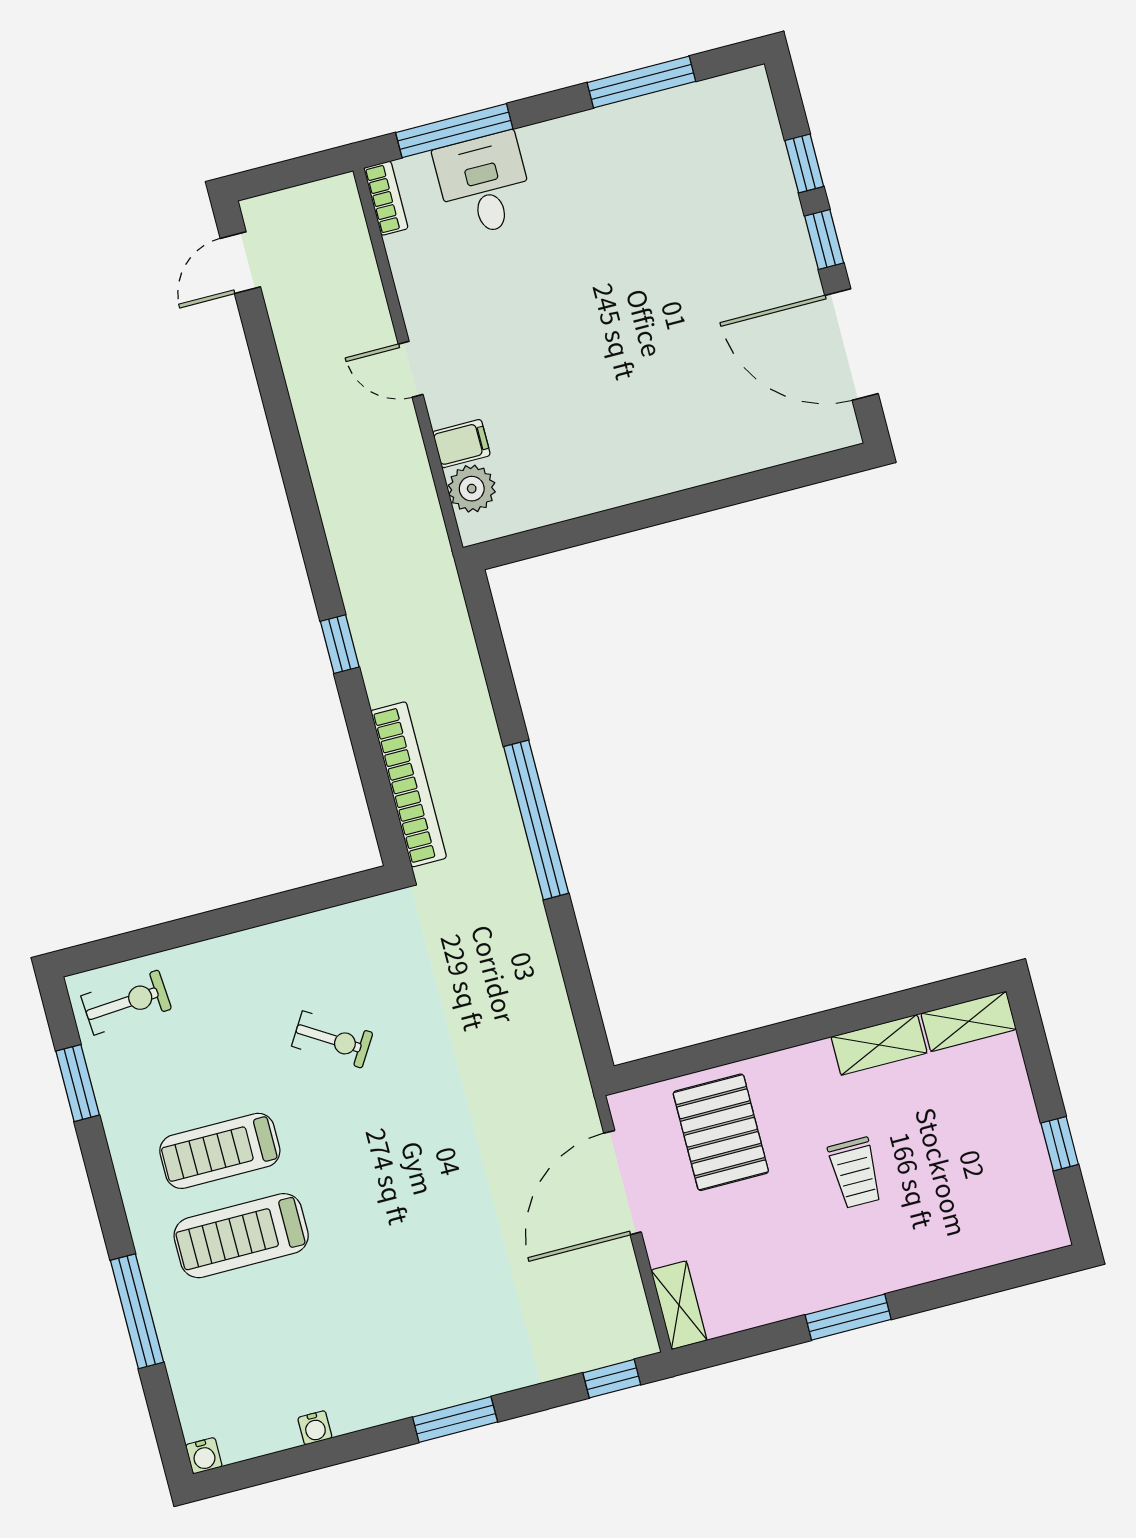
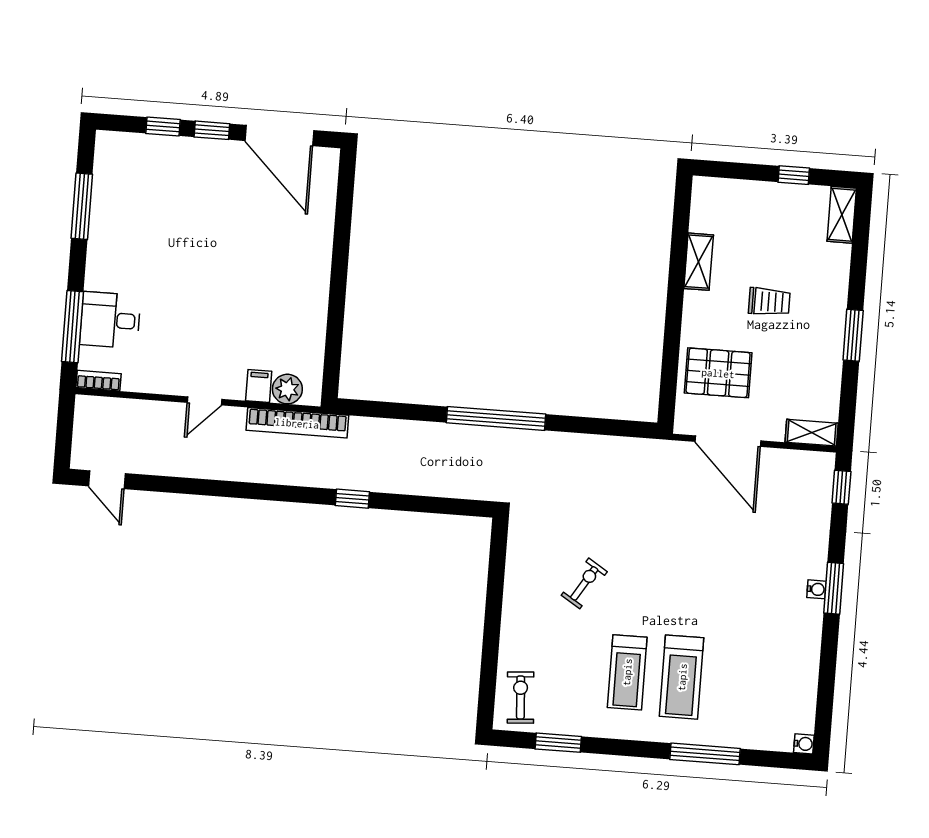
door: (851, 344) -> (279, 136), hinge flipped
bookcase: (409, 784) -> (297, 423), moved, turned 180
shelving: (969, 1021) -> (842, 215), moved
water cooler: (315, 1428) -> (816, 589), moved

